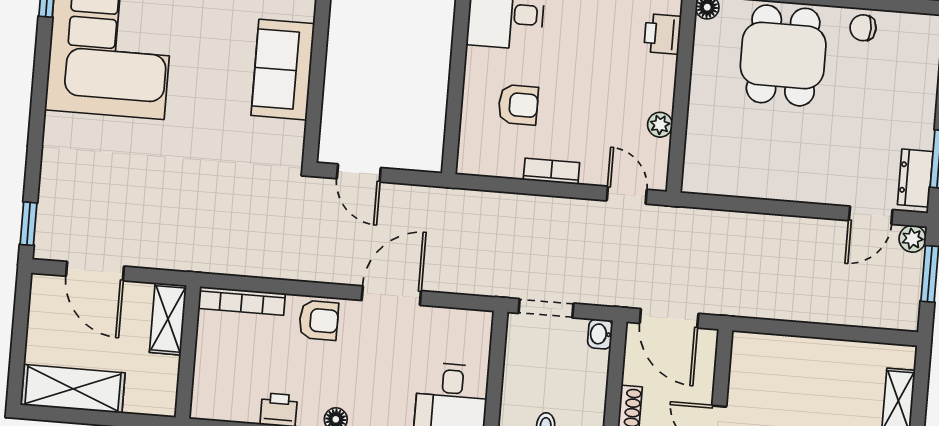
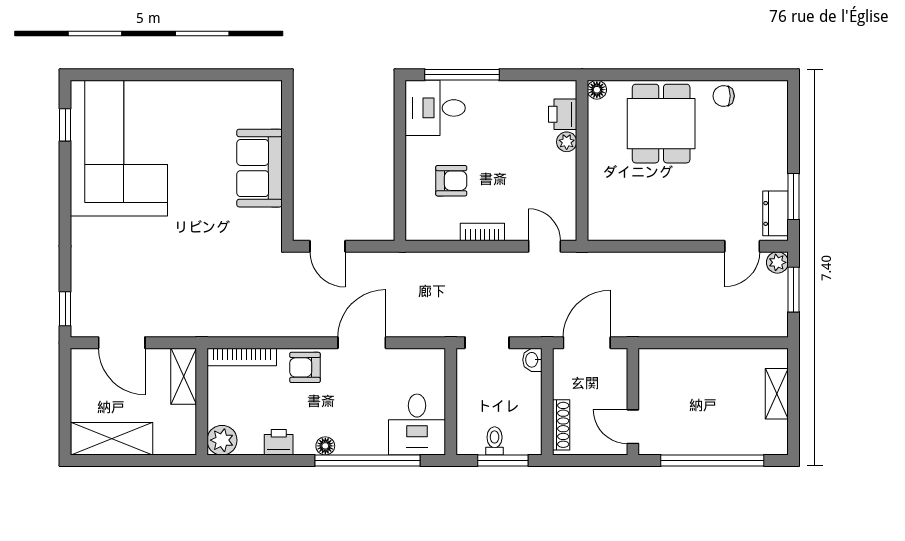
plant: (660, 125) -> (567, 142), moved
door: (669, 318) -> (587, 343), swing flipped
armchair: (319, 320) -> (305, 367), turned 180
plant: (209, 402) -> (222, 440), added

